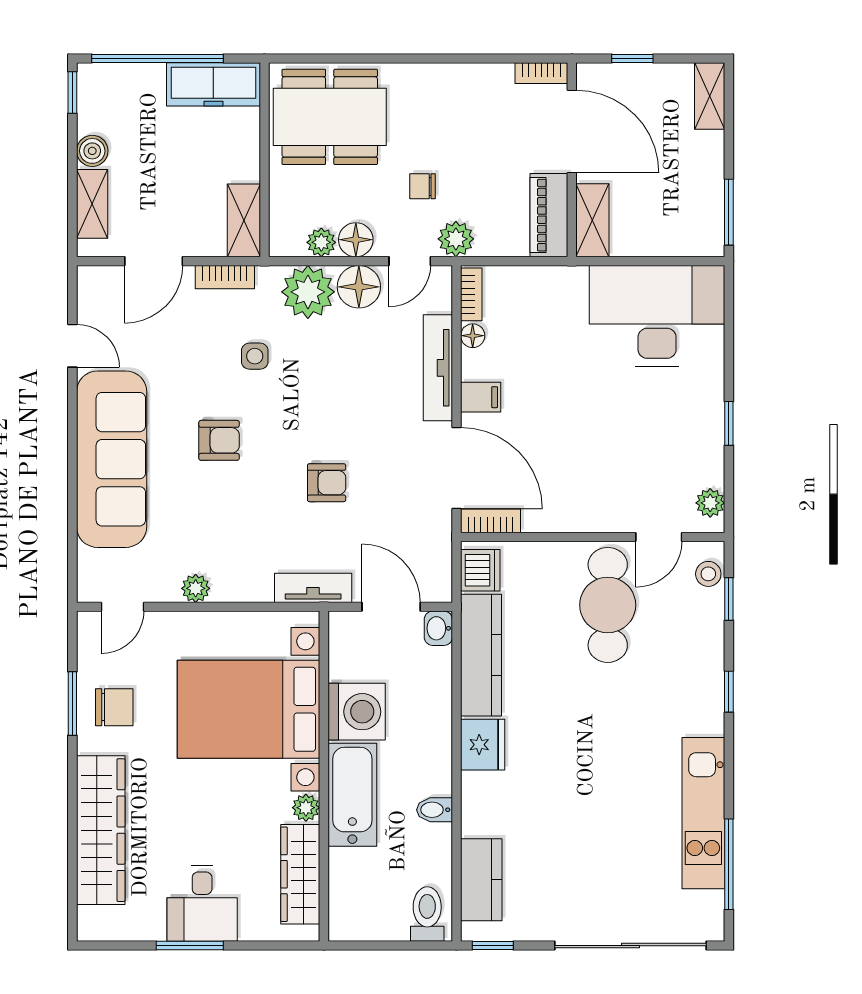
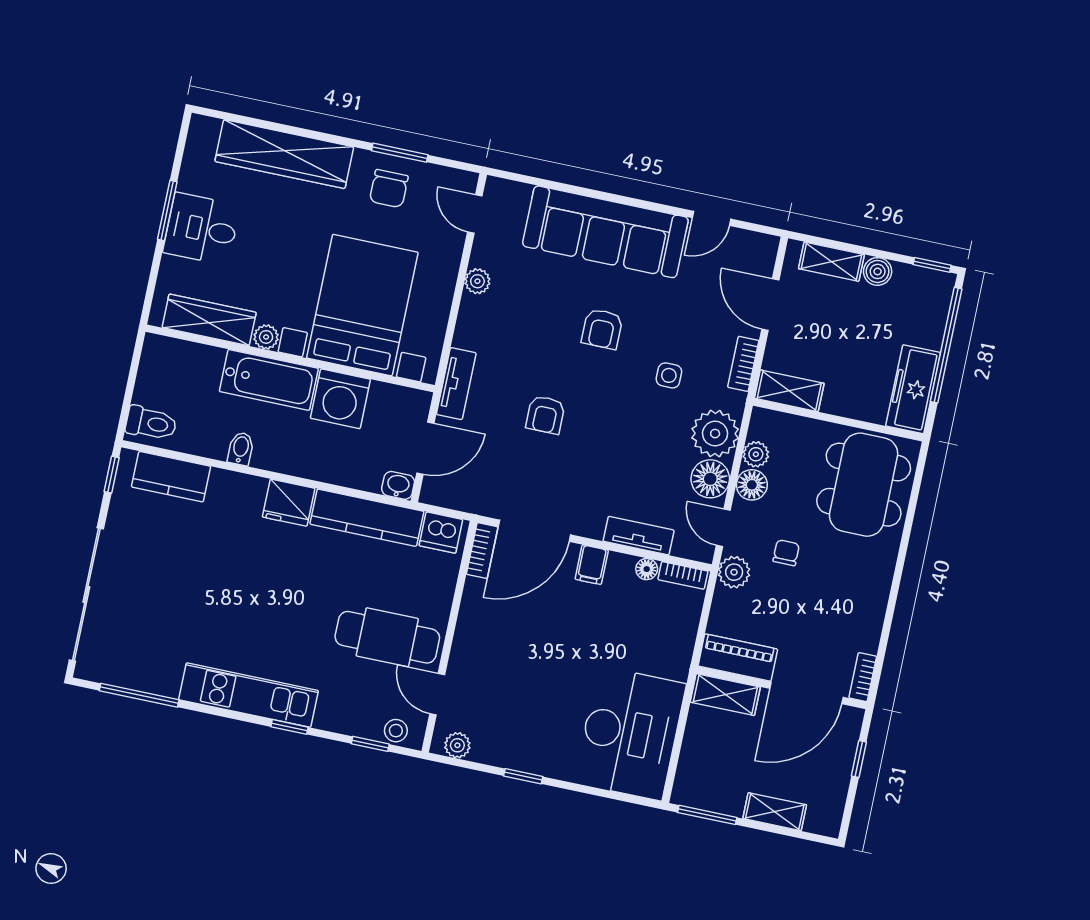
shelving: (710, 96) -> (775, 812), moved
tv unit: (438, 368) -> (639, 536), width x0.71
kitchen unit: (703, 813) -> (248, 695), moved

